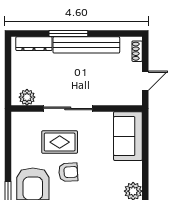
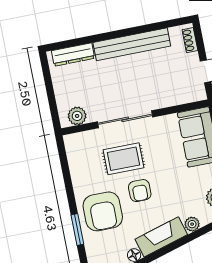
window: (68, 34) -> (109, 36), removed
armchair: (68, 172) -> (140, 191), turned 93

